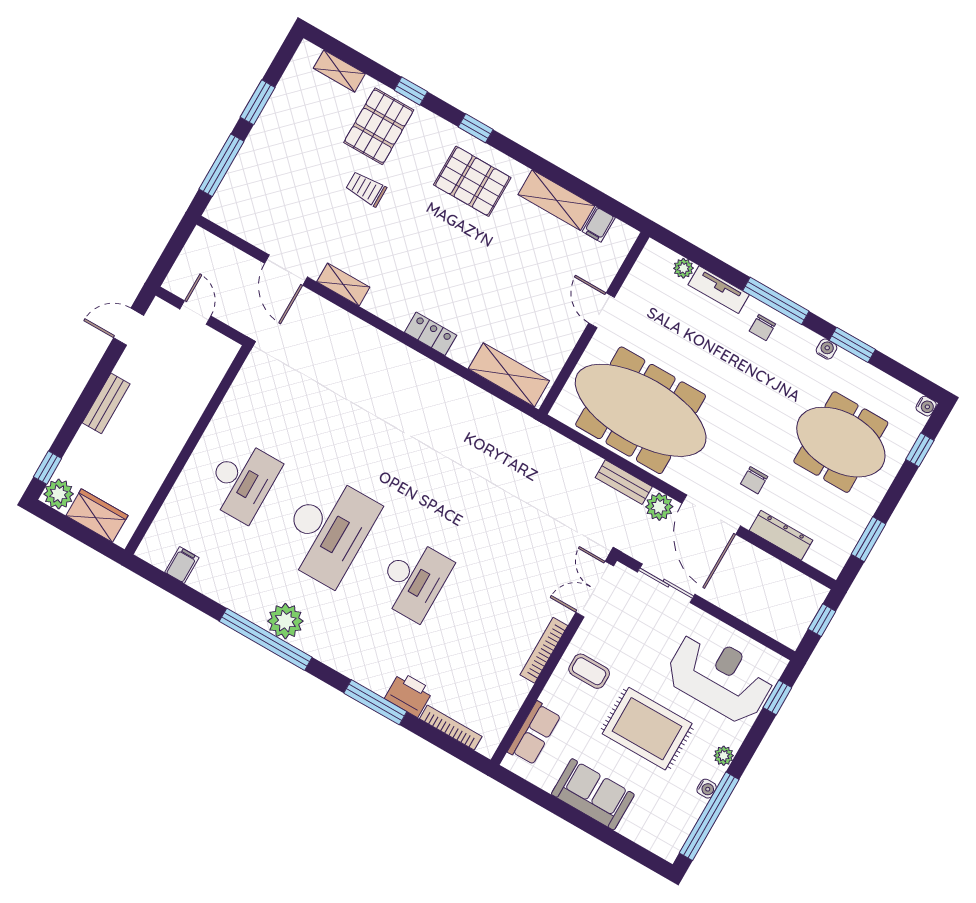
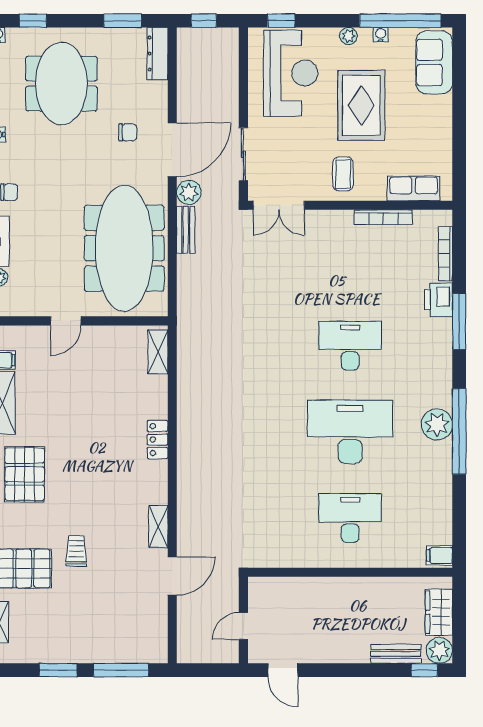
trolley: (366, 189) -> (76, 551), turned 180
shelving: (509, 375) -> (158, 352), width x0.67, depth x0.75
bench: (106, 403) -> (396, 654), moved
dresser: (781, 535) -> (158, 54), moved
filing cabinet: (182, 565) -> (439, 556), moved
bookcase: (544, 650) -> (383, 217), moved
reception desk: (720, 677) -> (291, 73), turned 180
sofa: (593, 794) -> (434, 62), moved

